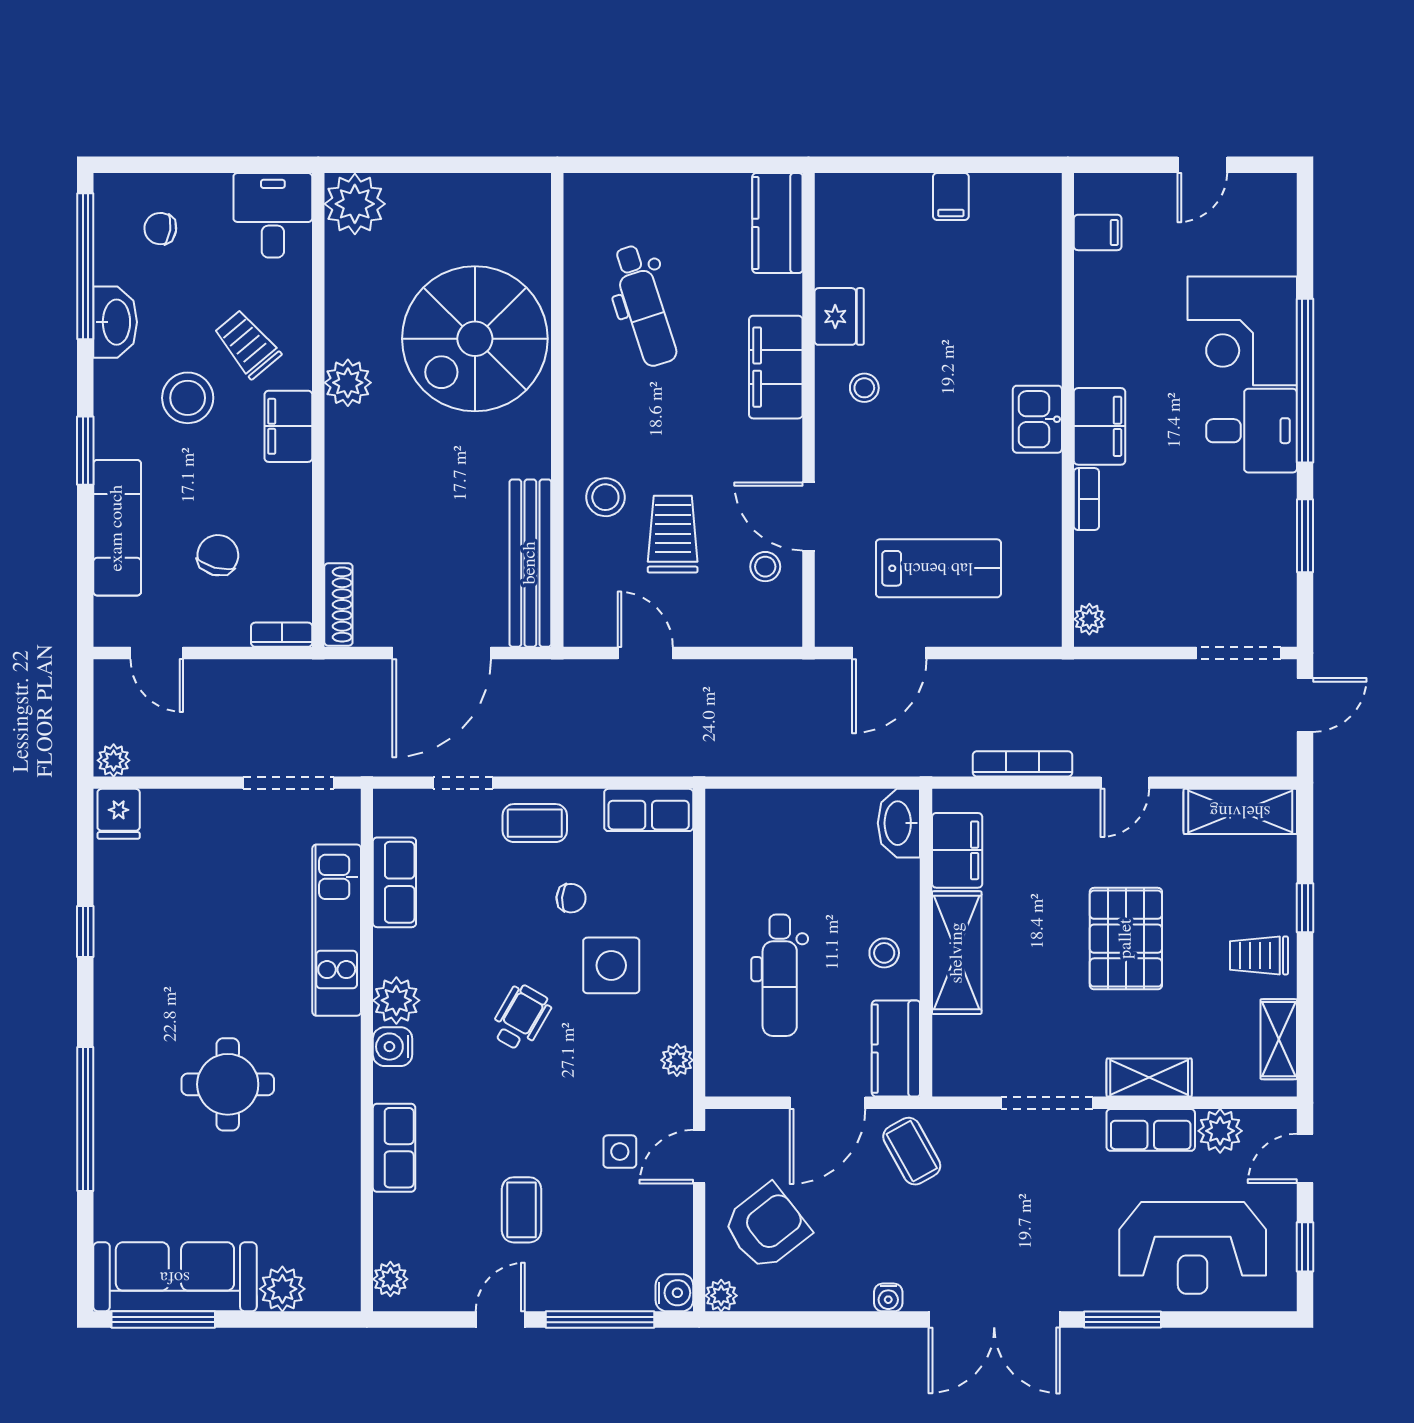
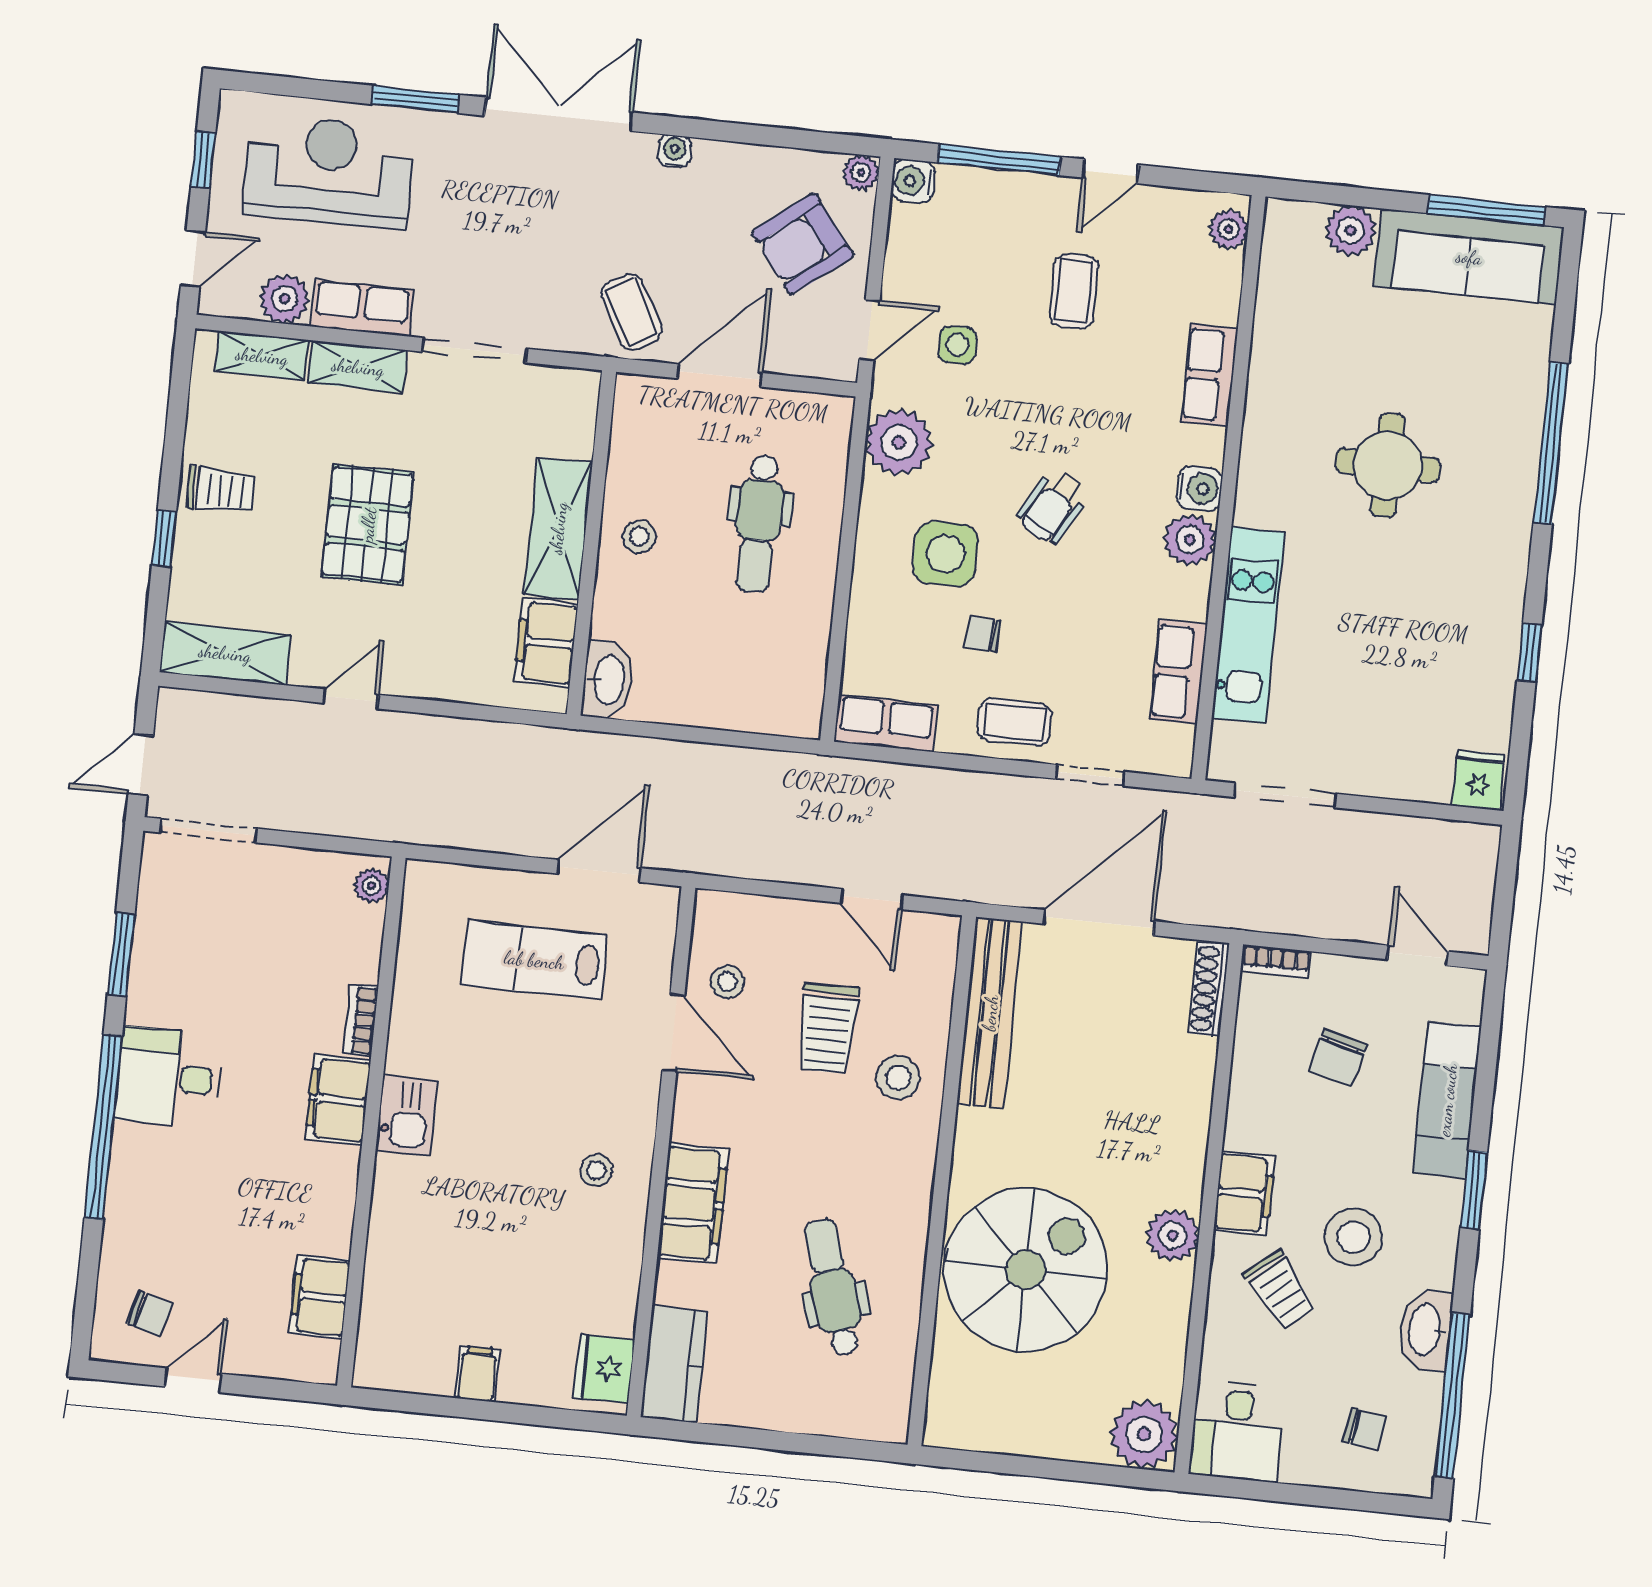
chair: (1246, 220) -> (150, 1314), added
filing cabinet: (1098, 232) -> (320, 1297), width x2.00
fridge: (839, 316) -> (604, 1368), moved
corner desk: (1242, 331) -> (167, 1190), removed
plant: (114, 760) -> (1478, 840), removed
bookcase: (1022, 764) -> (463, 732), removed
dental chair: (780, 975) -> (759, 524), turned 180
shelving: (1279, 1039) -> (262, 356), moved, turned 90
kitchen counter: (896, 1049) -> (637, 428), removed
plant: (677, 1060) -> (899, 442), width x1.88, depth x1.88

